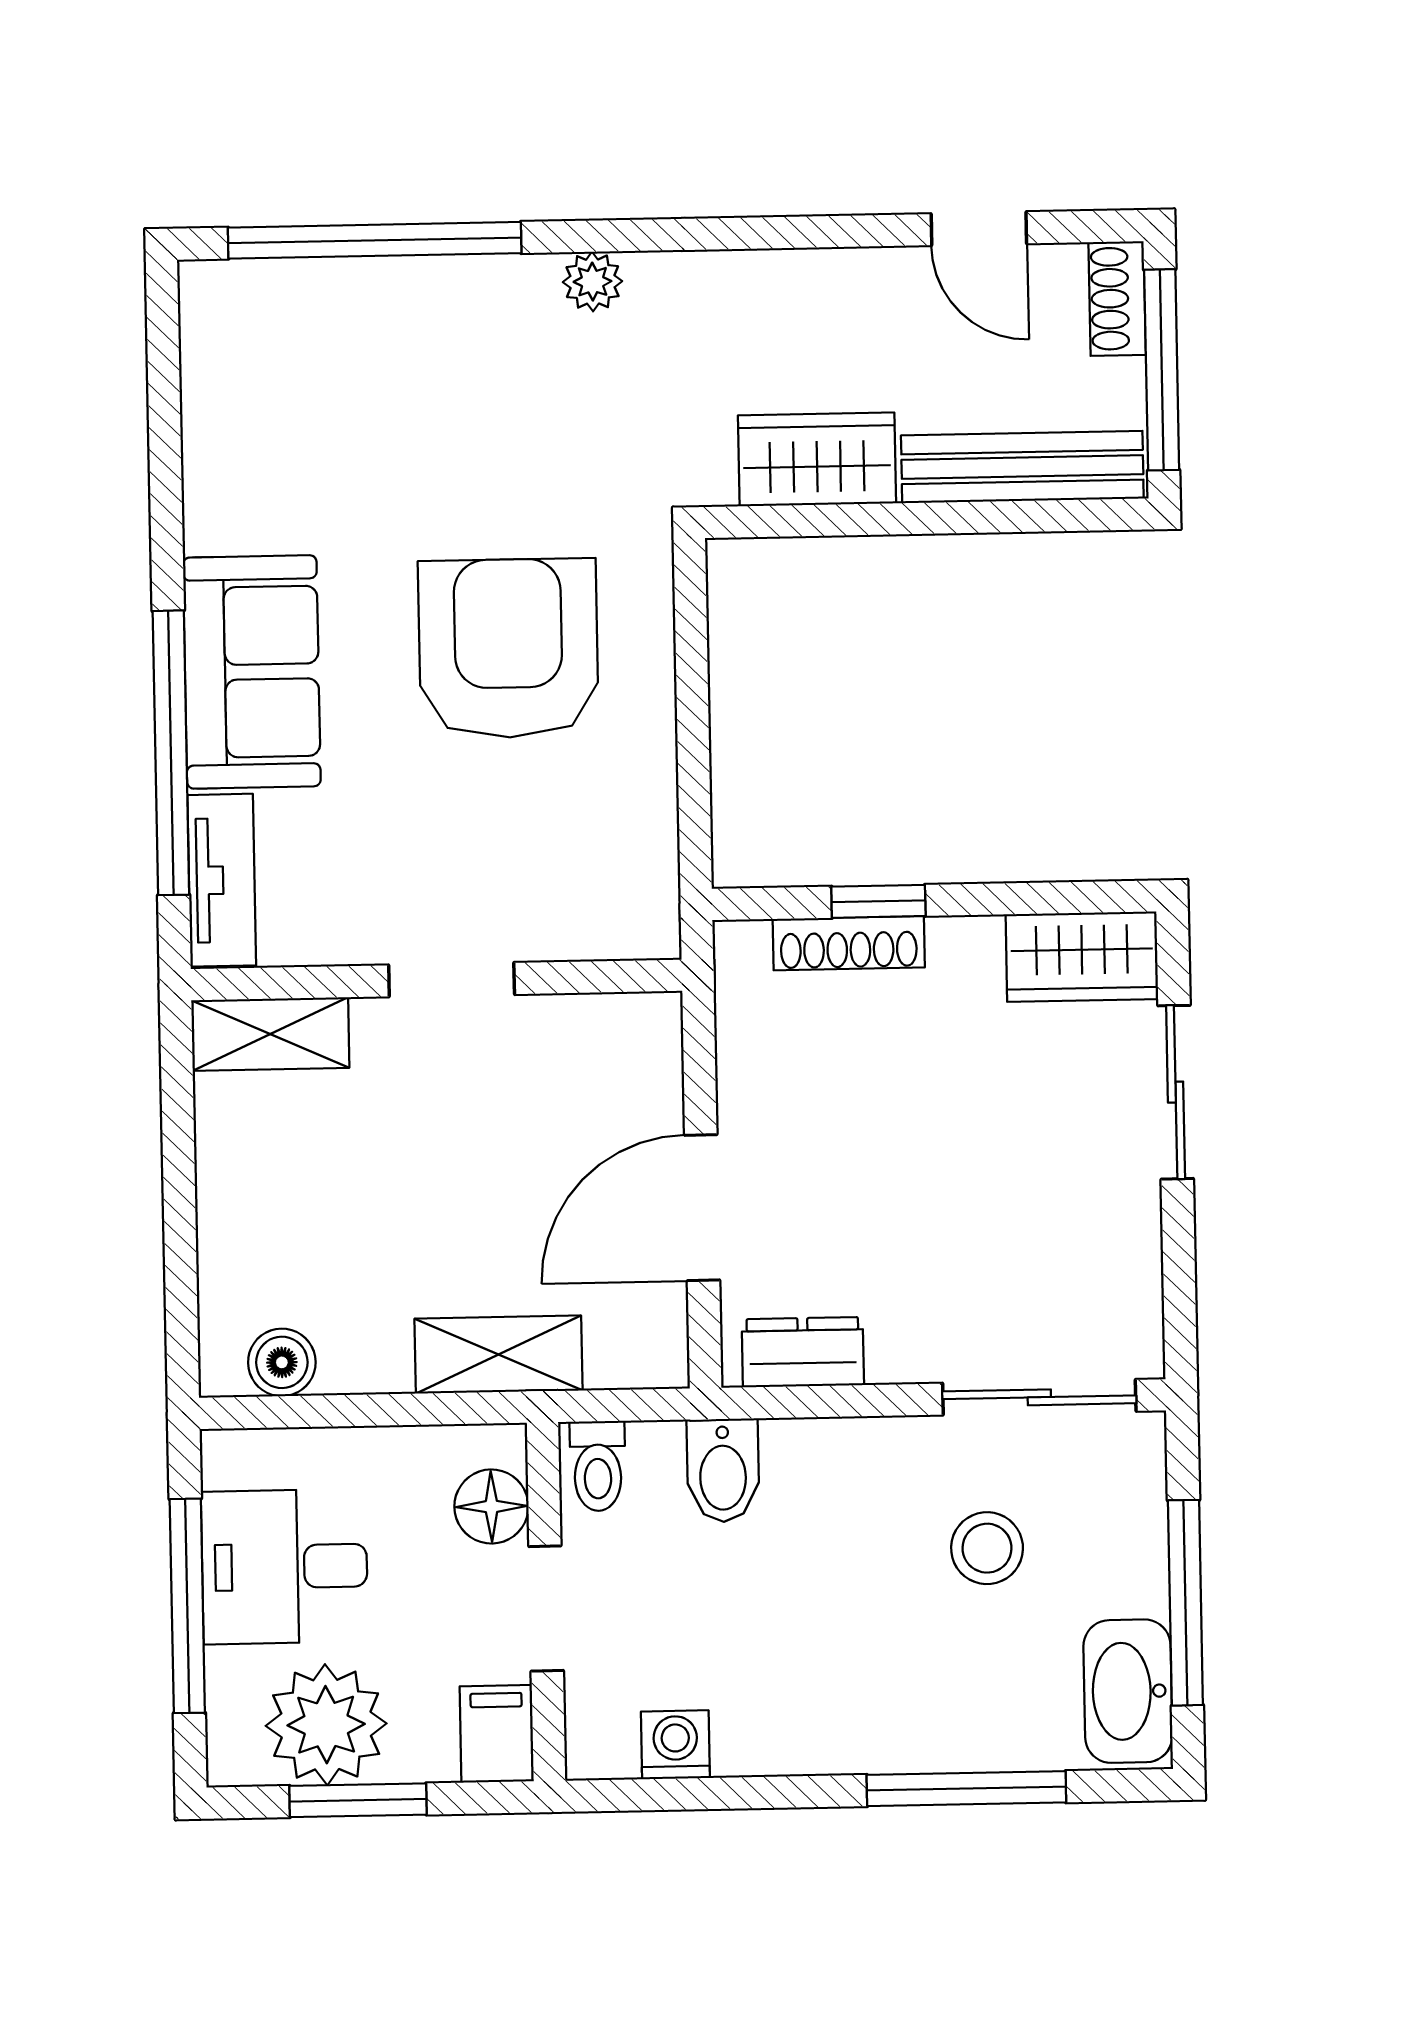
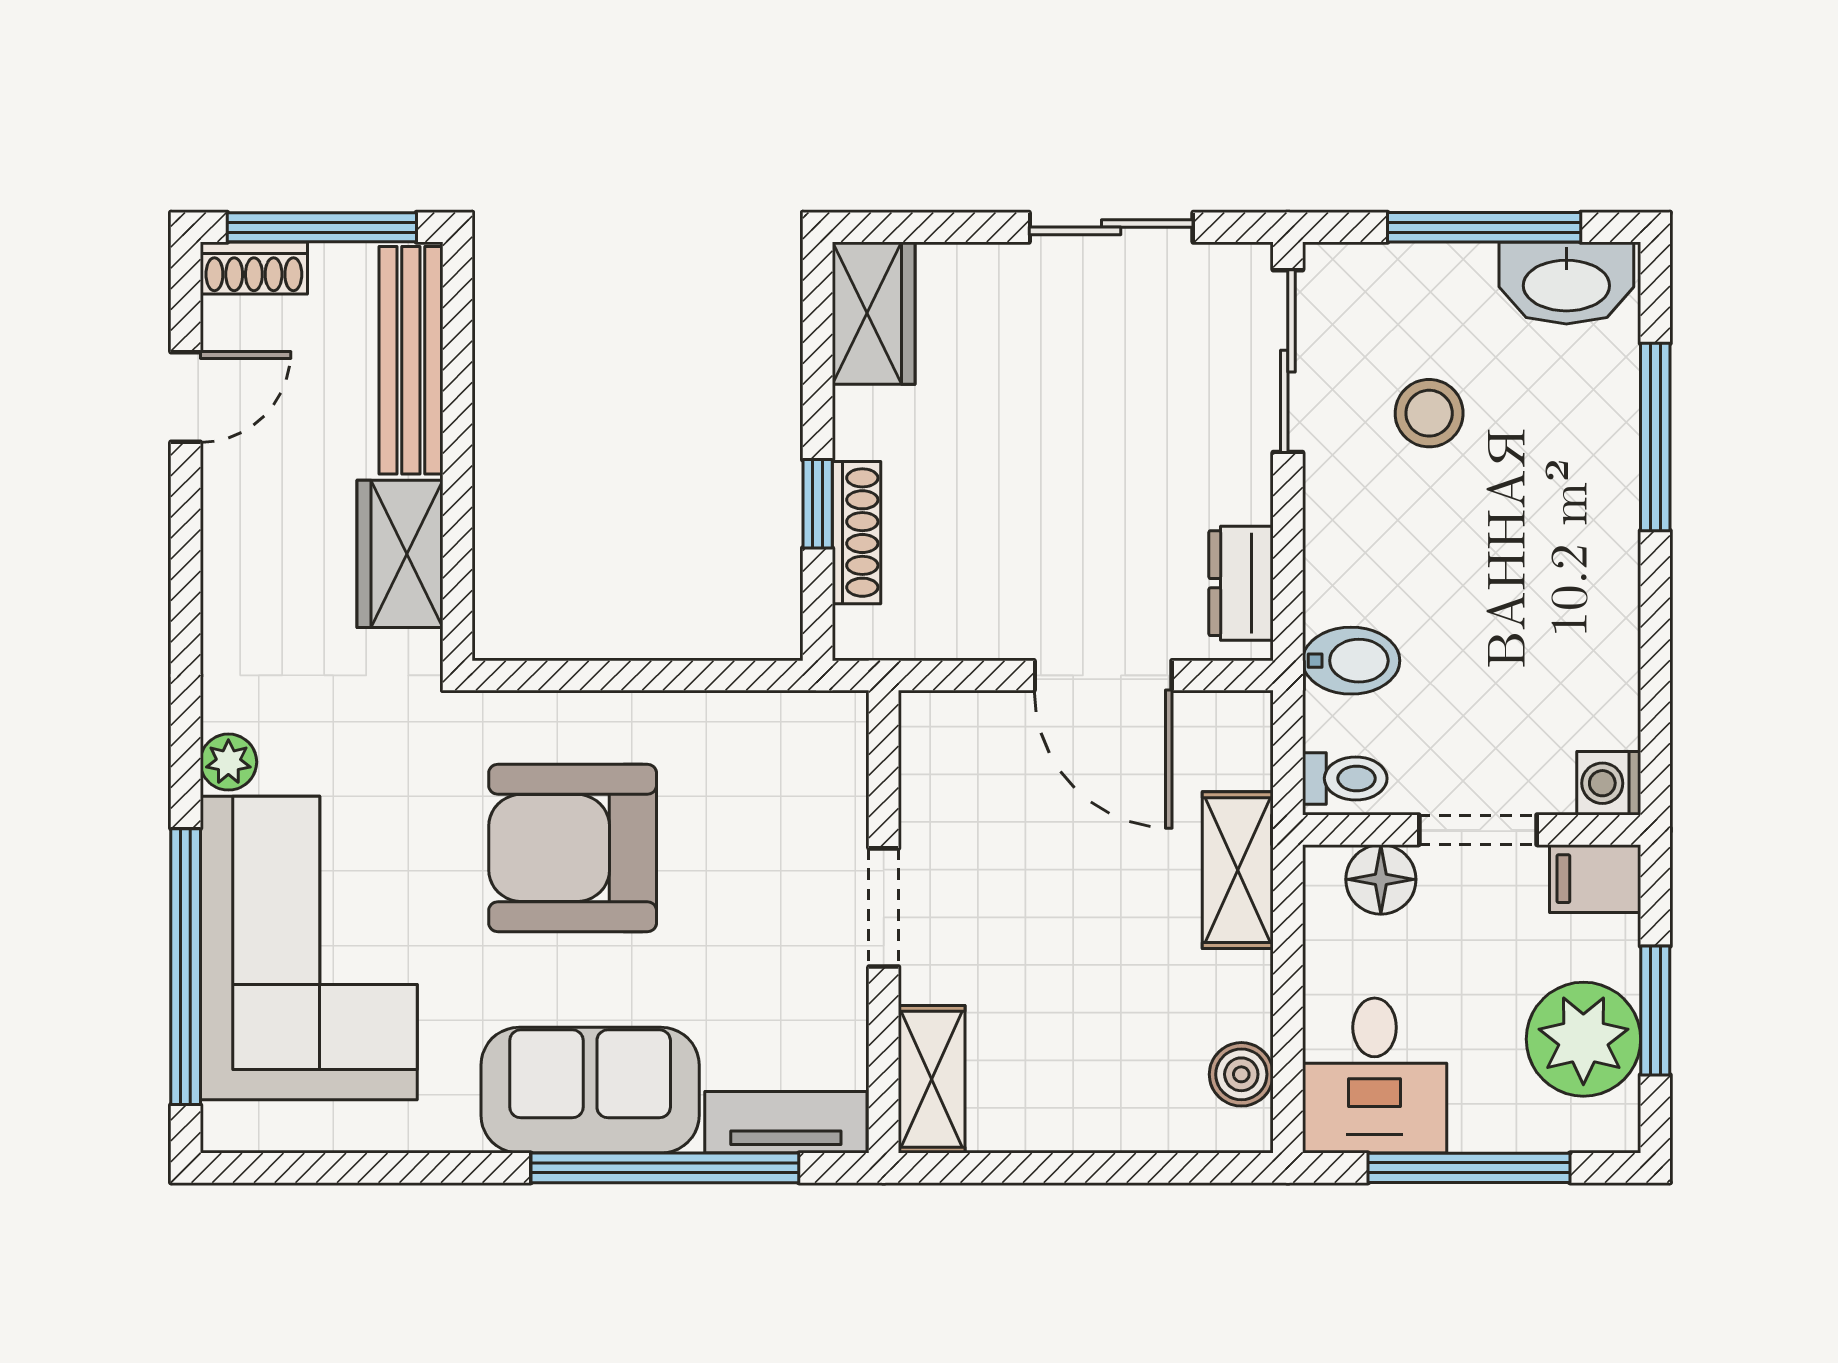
corner sofa: (397, 371) -> (309, 948), added
sliding door: (1176, 1092) -> (1111, 227), moved
desk: (285, 1567) -> (1375, 1076), moved
washing machine: (675, 1745) -> (1609, 783), moved

